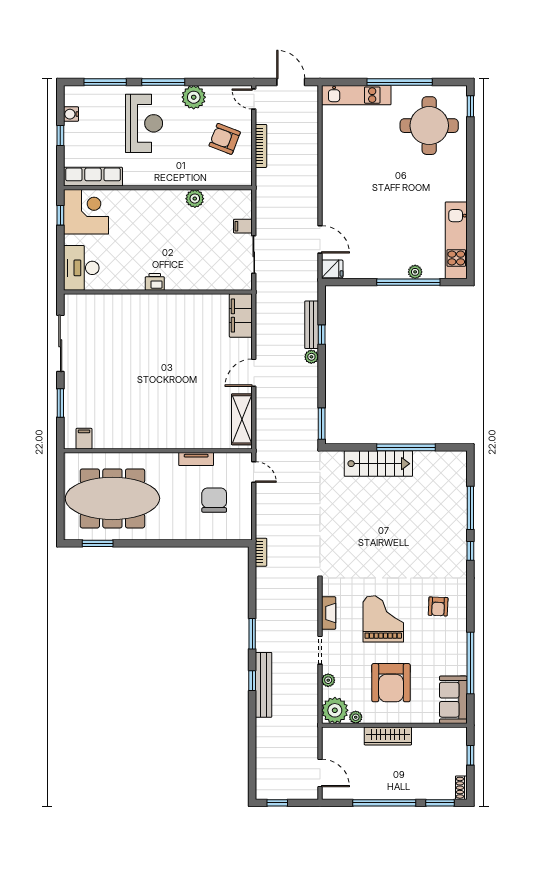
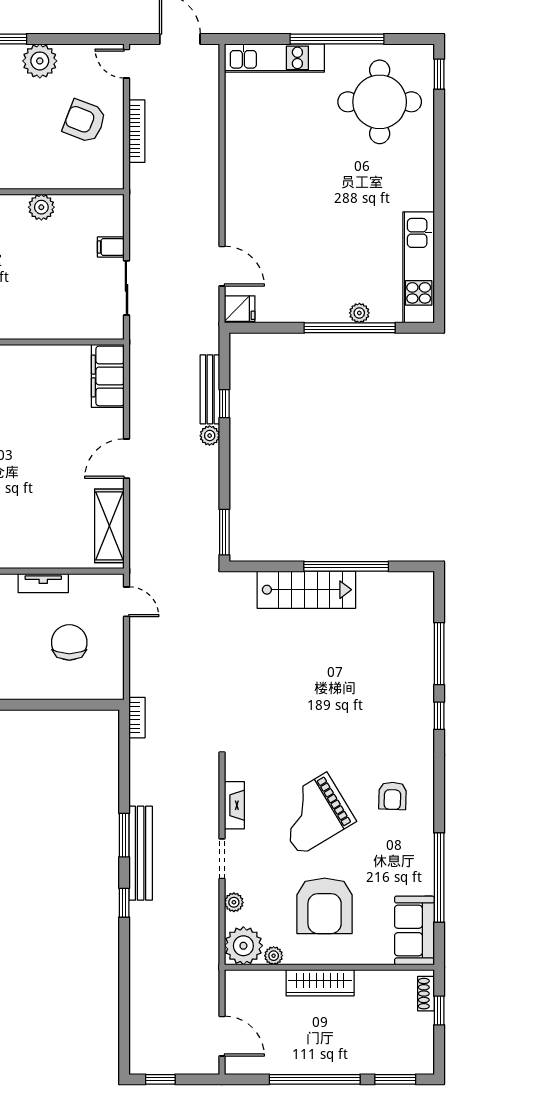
grand piano: (383, 619) -> (313, 814), turned -121
bench: (264, 685) -> (141, 853), moved
shoe rack: (461, 788) -> (426, 994), moved

